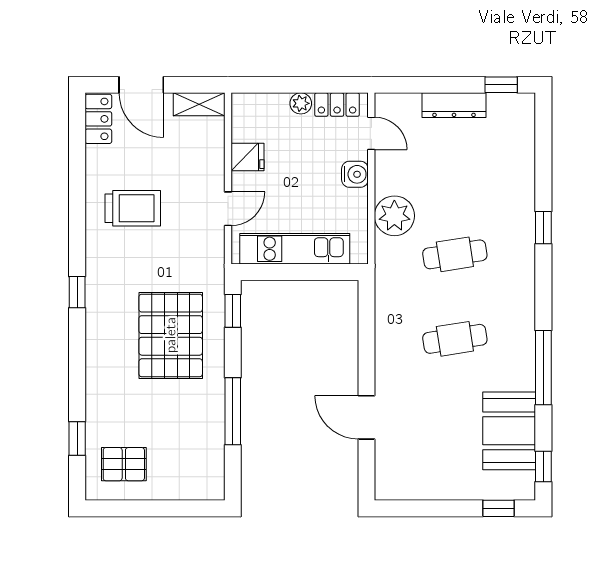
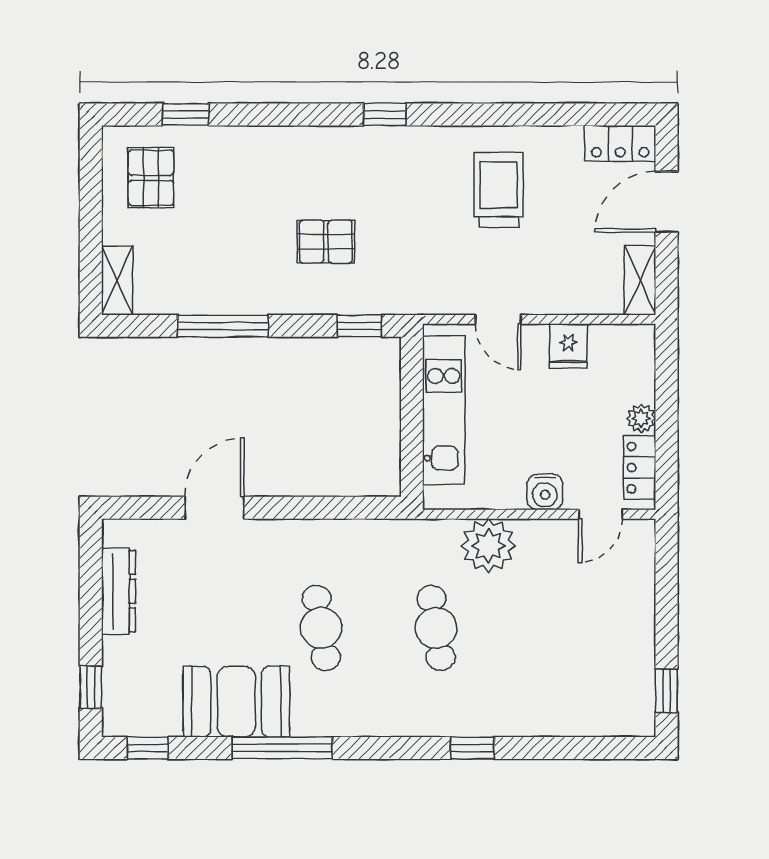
dresser: (454, 105) -> (118, 591), moved, turned 180
trolley: (133, 208) -> (499, 190), turned 180
pallet: (171, 335) -> (326, 242), width x0.49, depth x0.50
booth: (509, 431) -> (236, 702), moved
shelving: (199, 489) -> (117, 280), added

